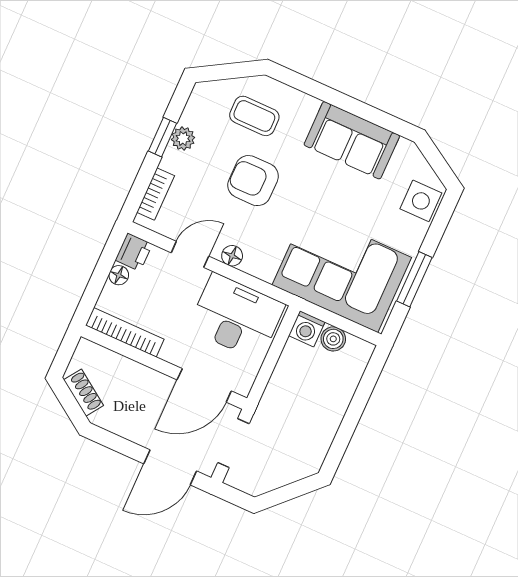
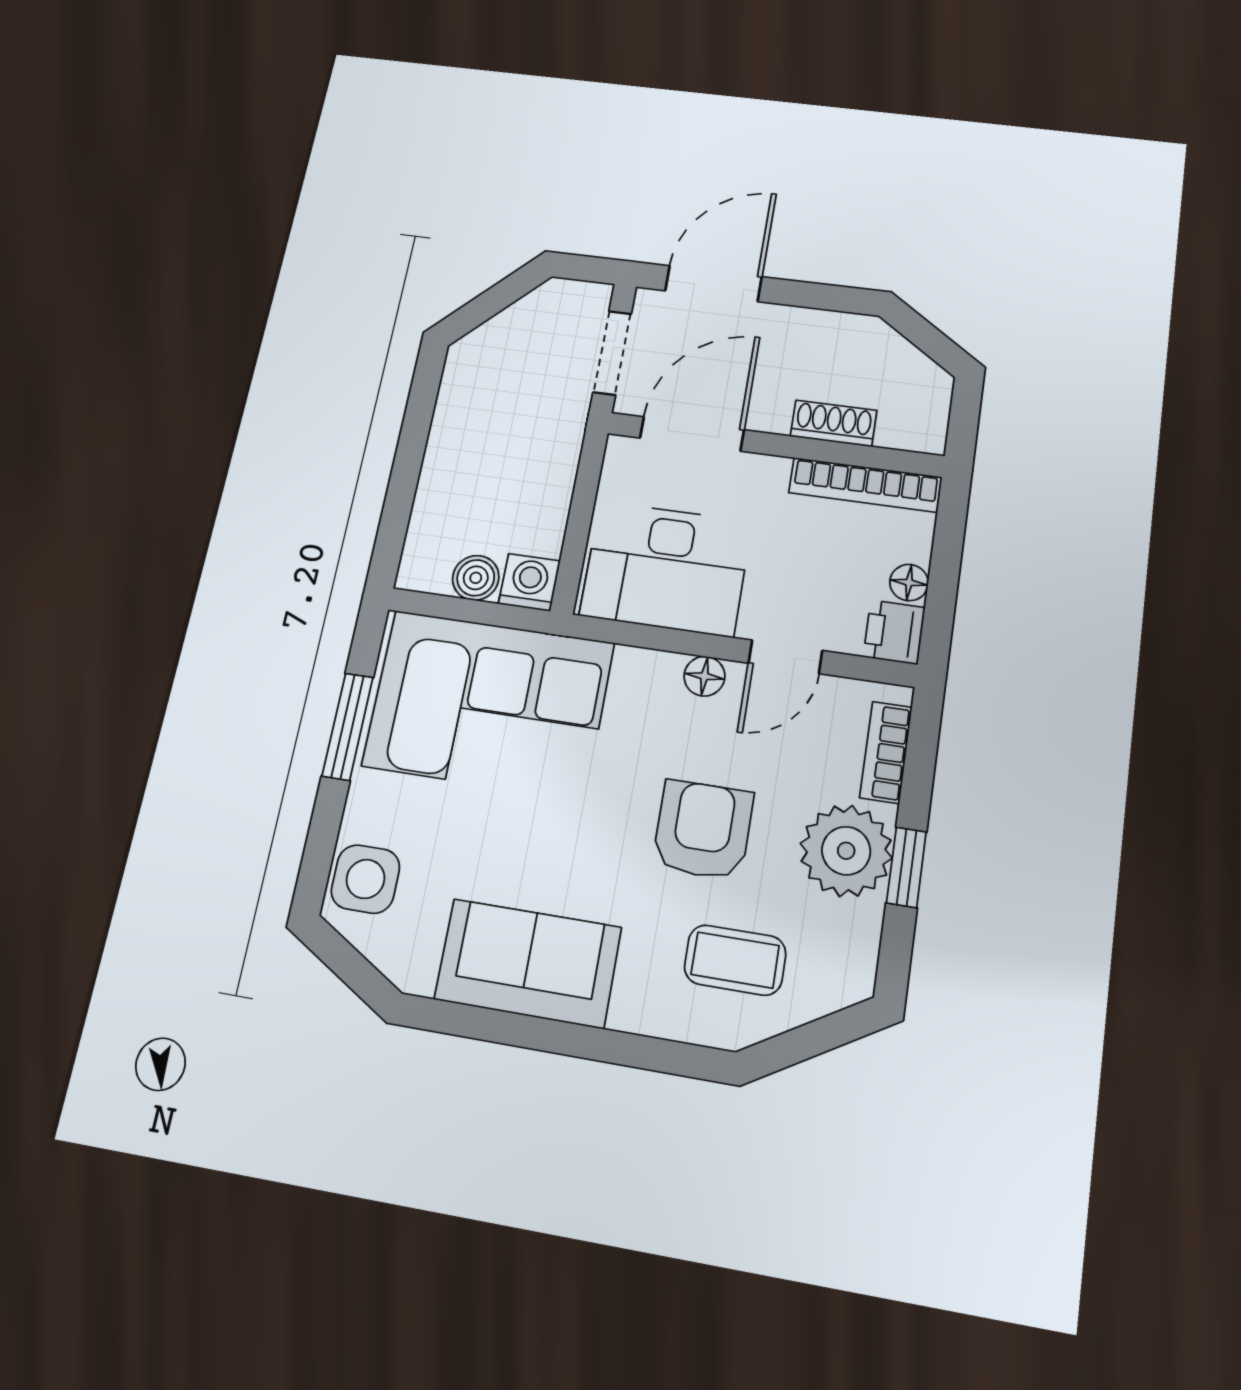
plant: (183, 139) -> (846, 851), width x1.87, depth x1.87
armchair: (253, 181) -> (703, 830), turned -90
shoe rack: (84, 393) -> (834, 423), moved, turned 146

